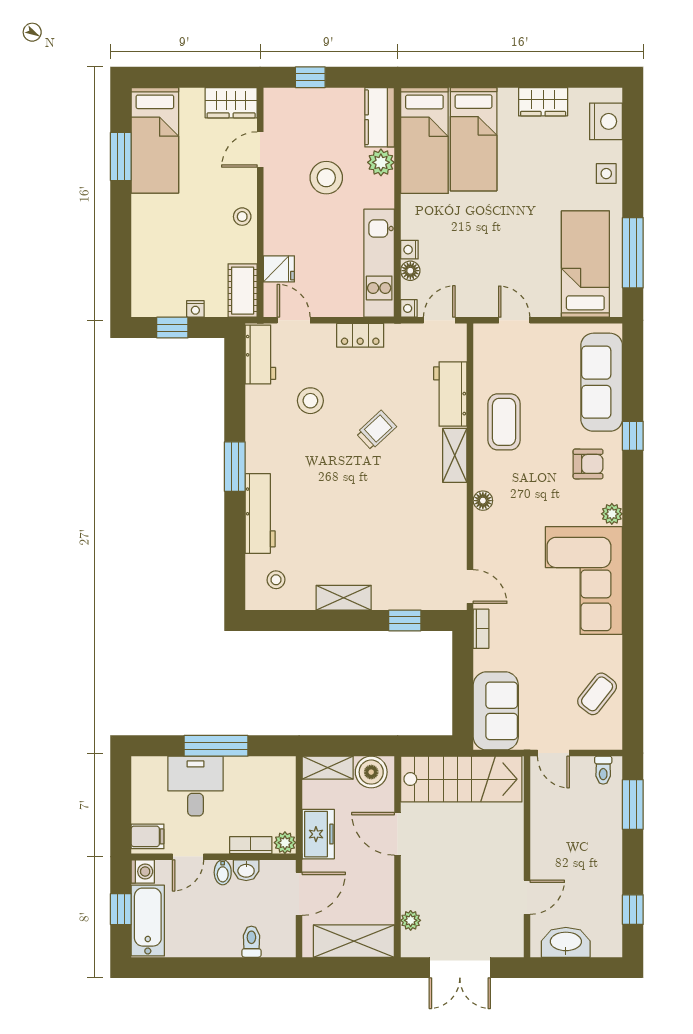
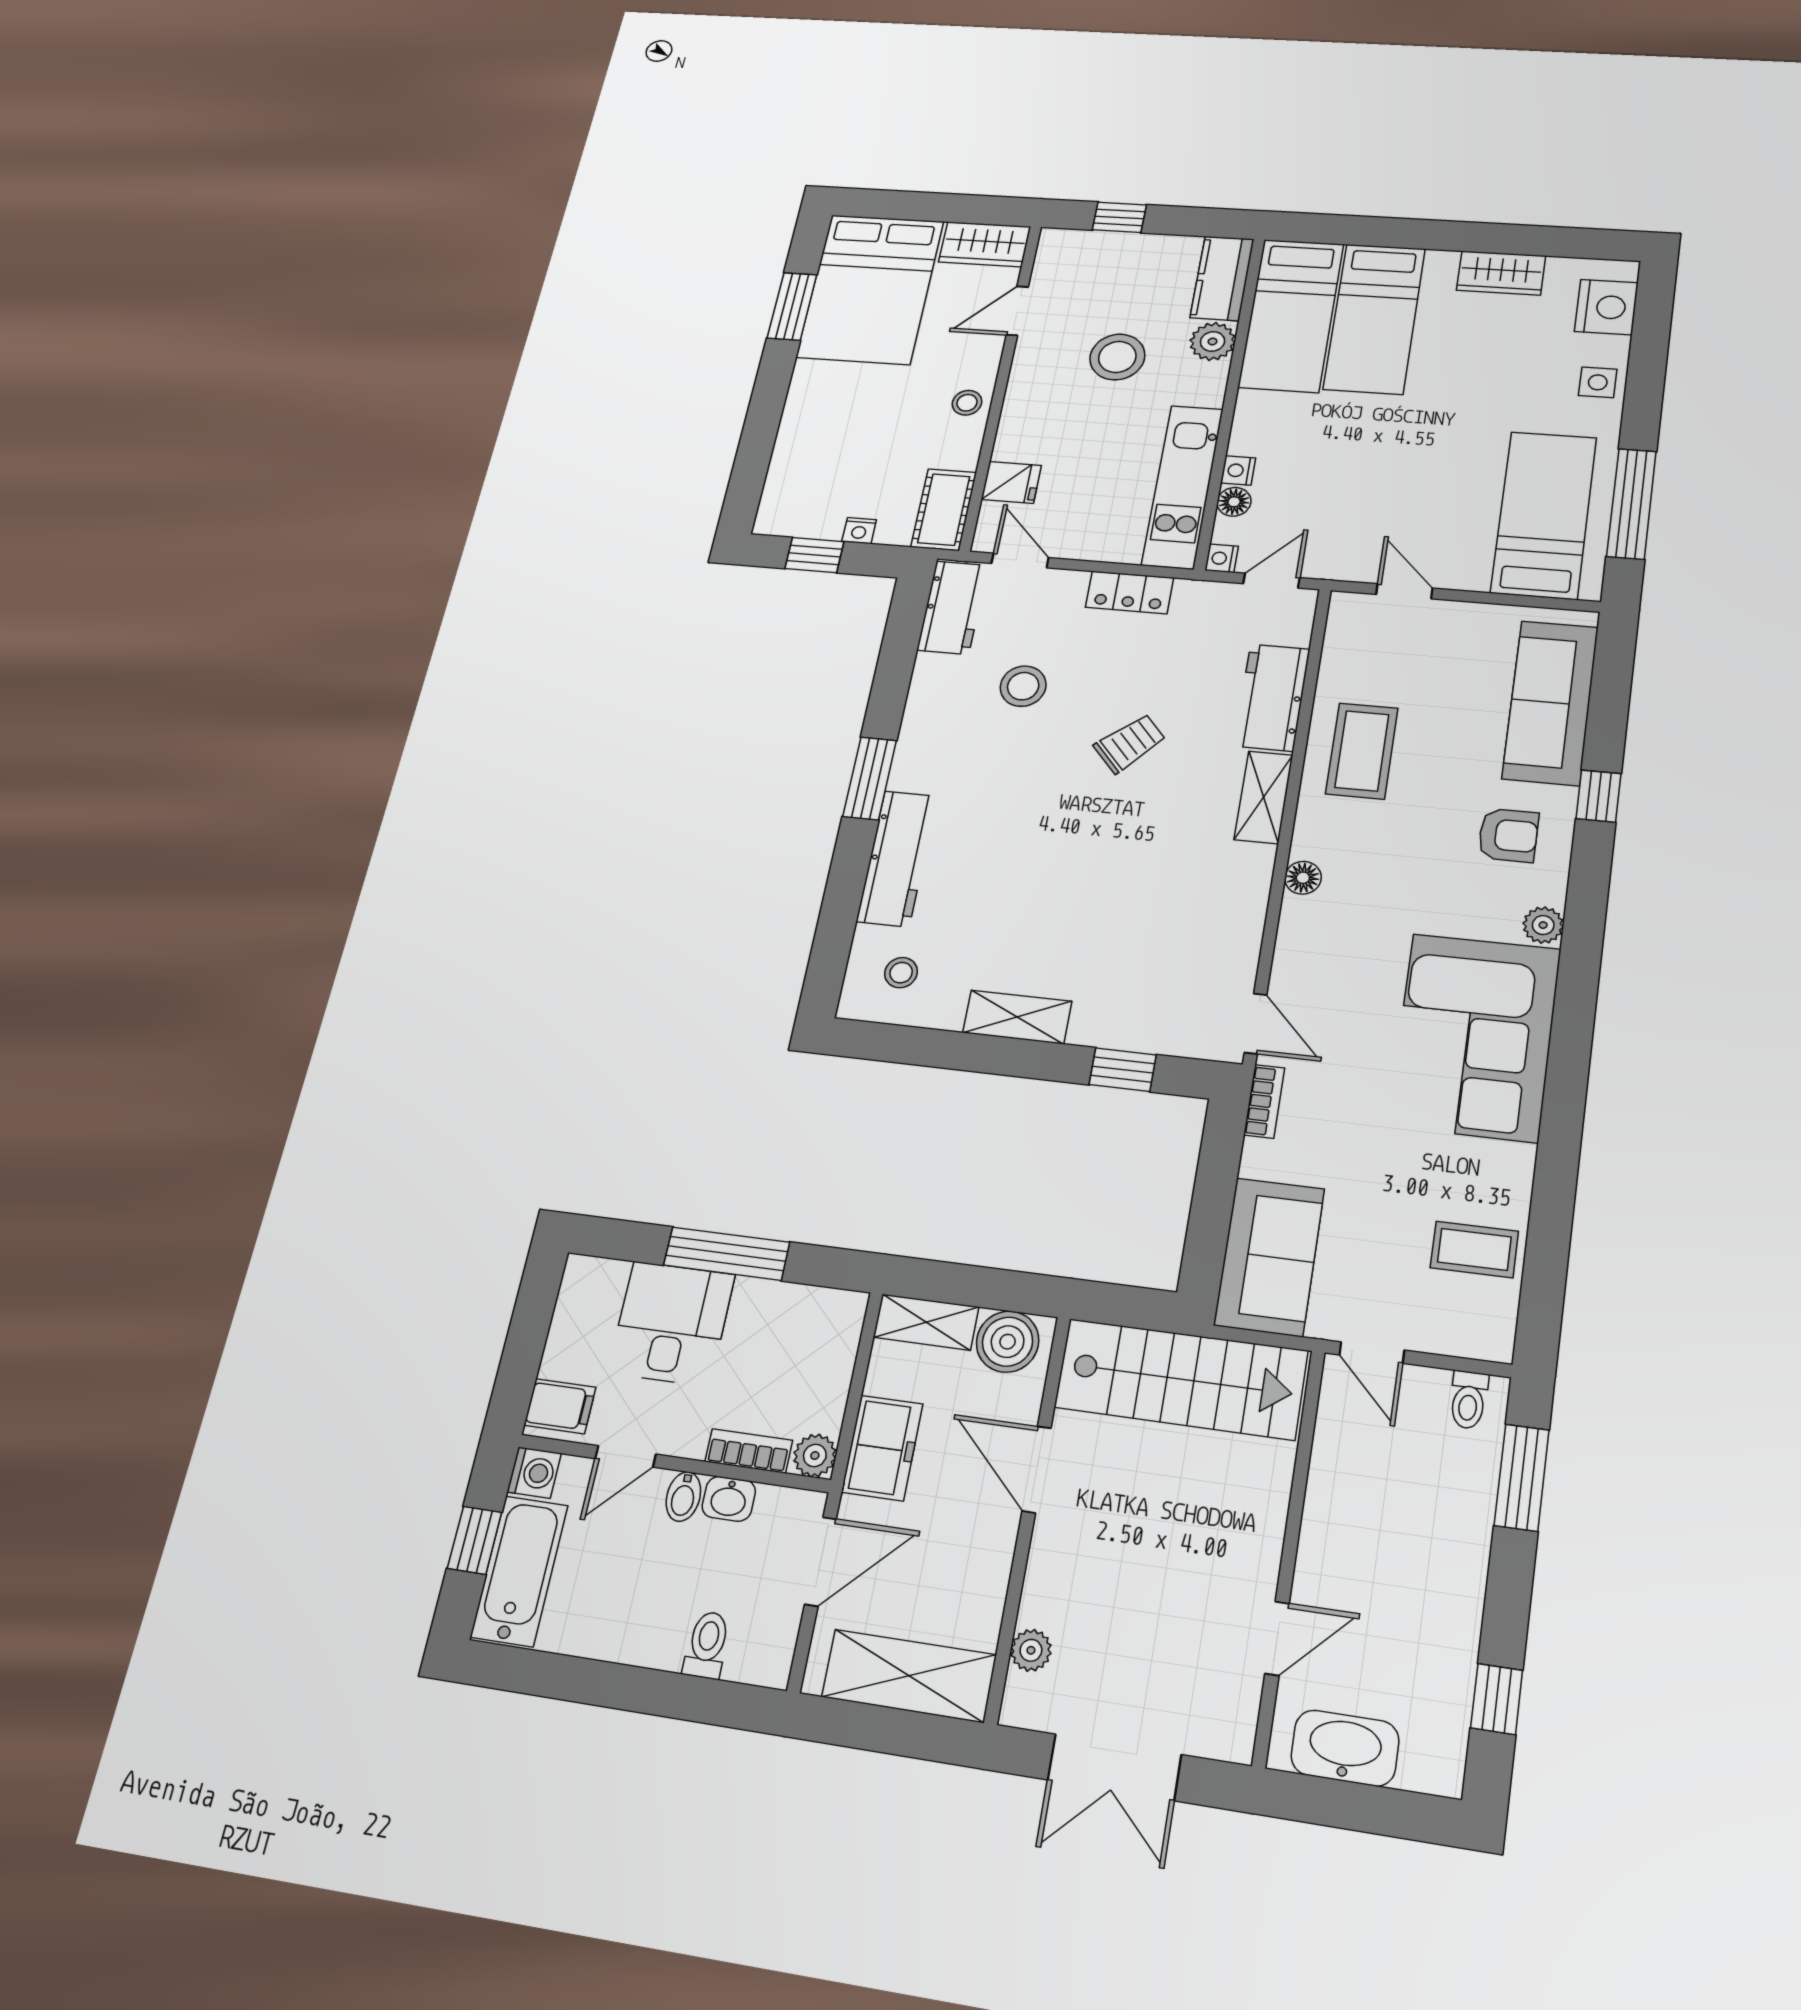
bed: (155, 140) -> (870, 289), width x1.50
coffee table: (597, 694) -> (1474, 1249), turned 52

